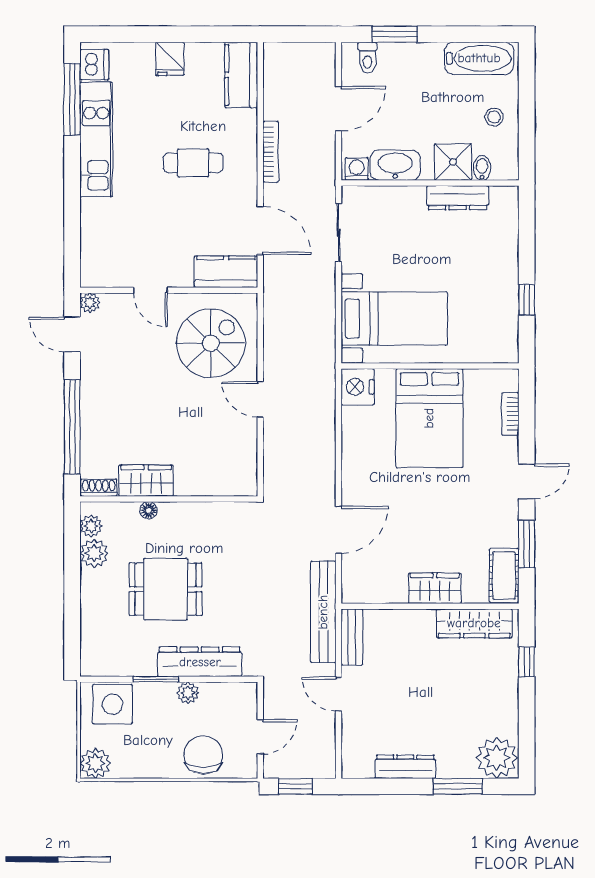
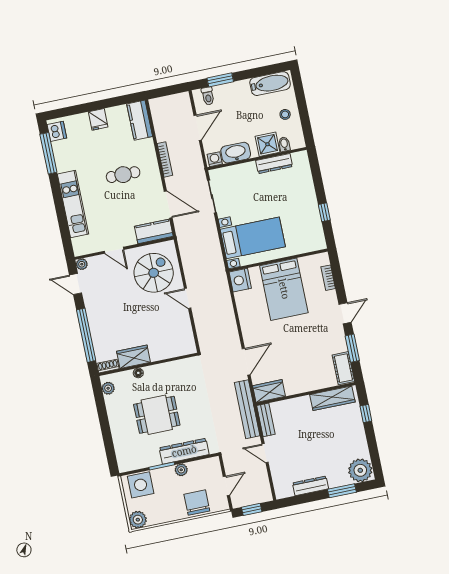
kitchen unit: (96, 140) -> (73, 204), moved
plant: (94, 553) -> (113, 403), removed
wardrobe: (435, 588) -> (269, 391), moved

